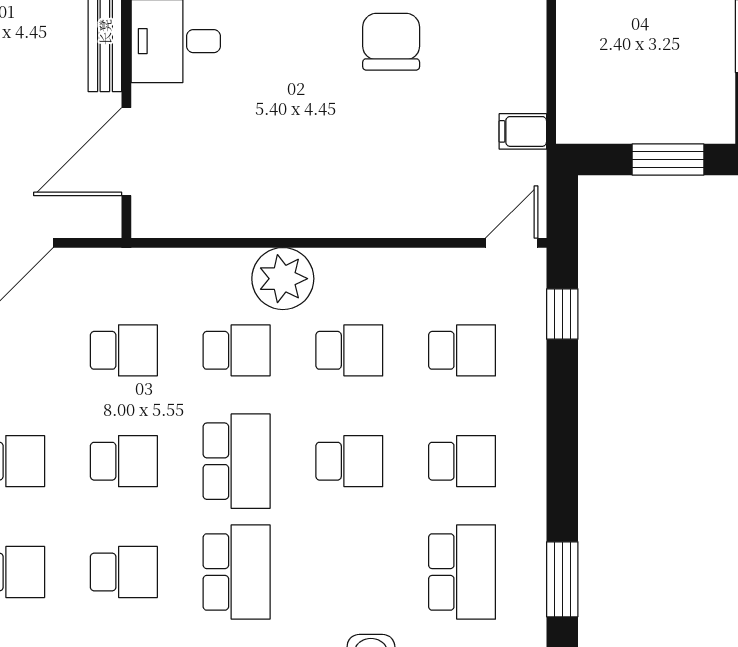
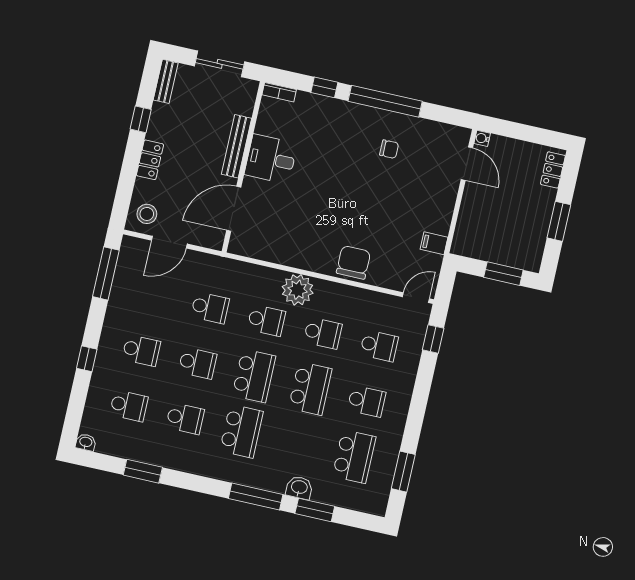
chair: (391, 42) -> (353, 262), moved
school desk: (349, 461) -> (310, 388), width x1.85

